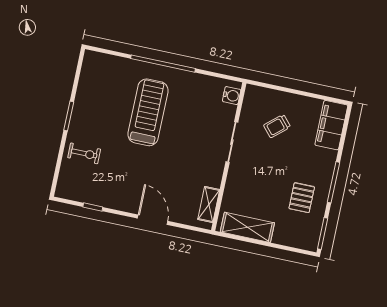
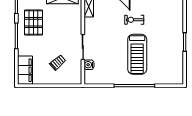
water cooler: (232, 96) -> (89, 65), moved
exercise bike: (84, 153) -> (134, 20), moved
pallet: (302, 198) -> (33, 23), width x1.50, depth x1.42

